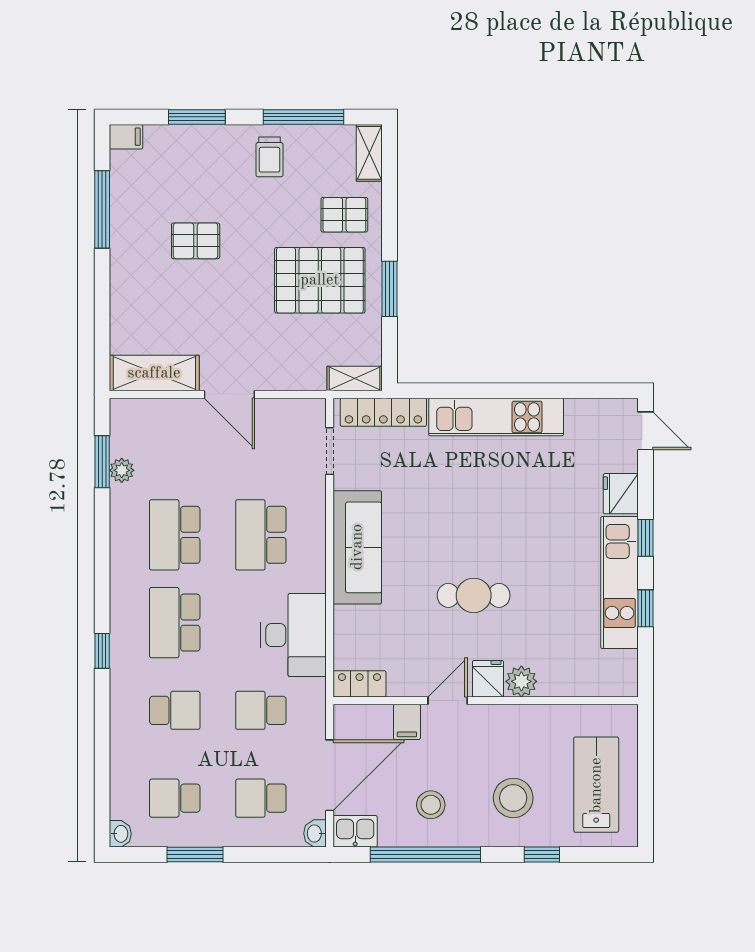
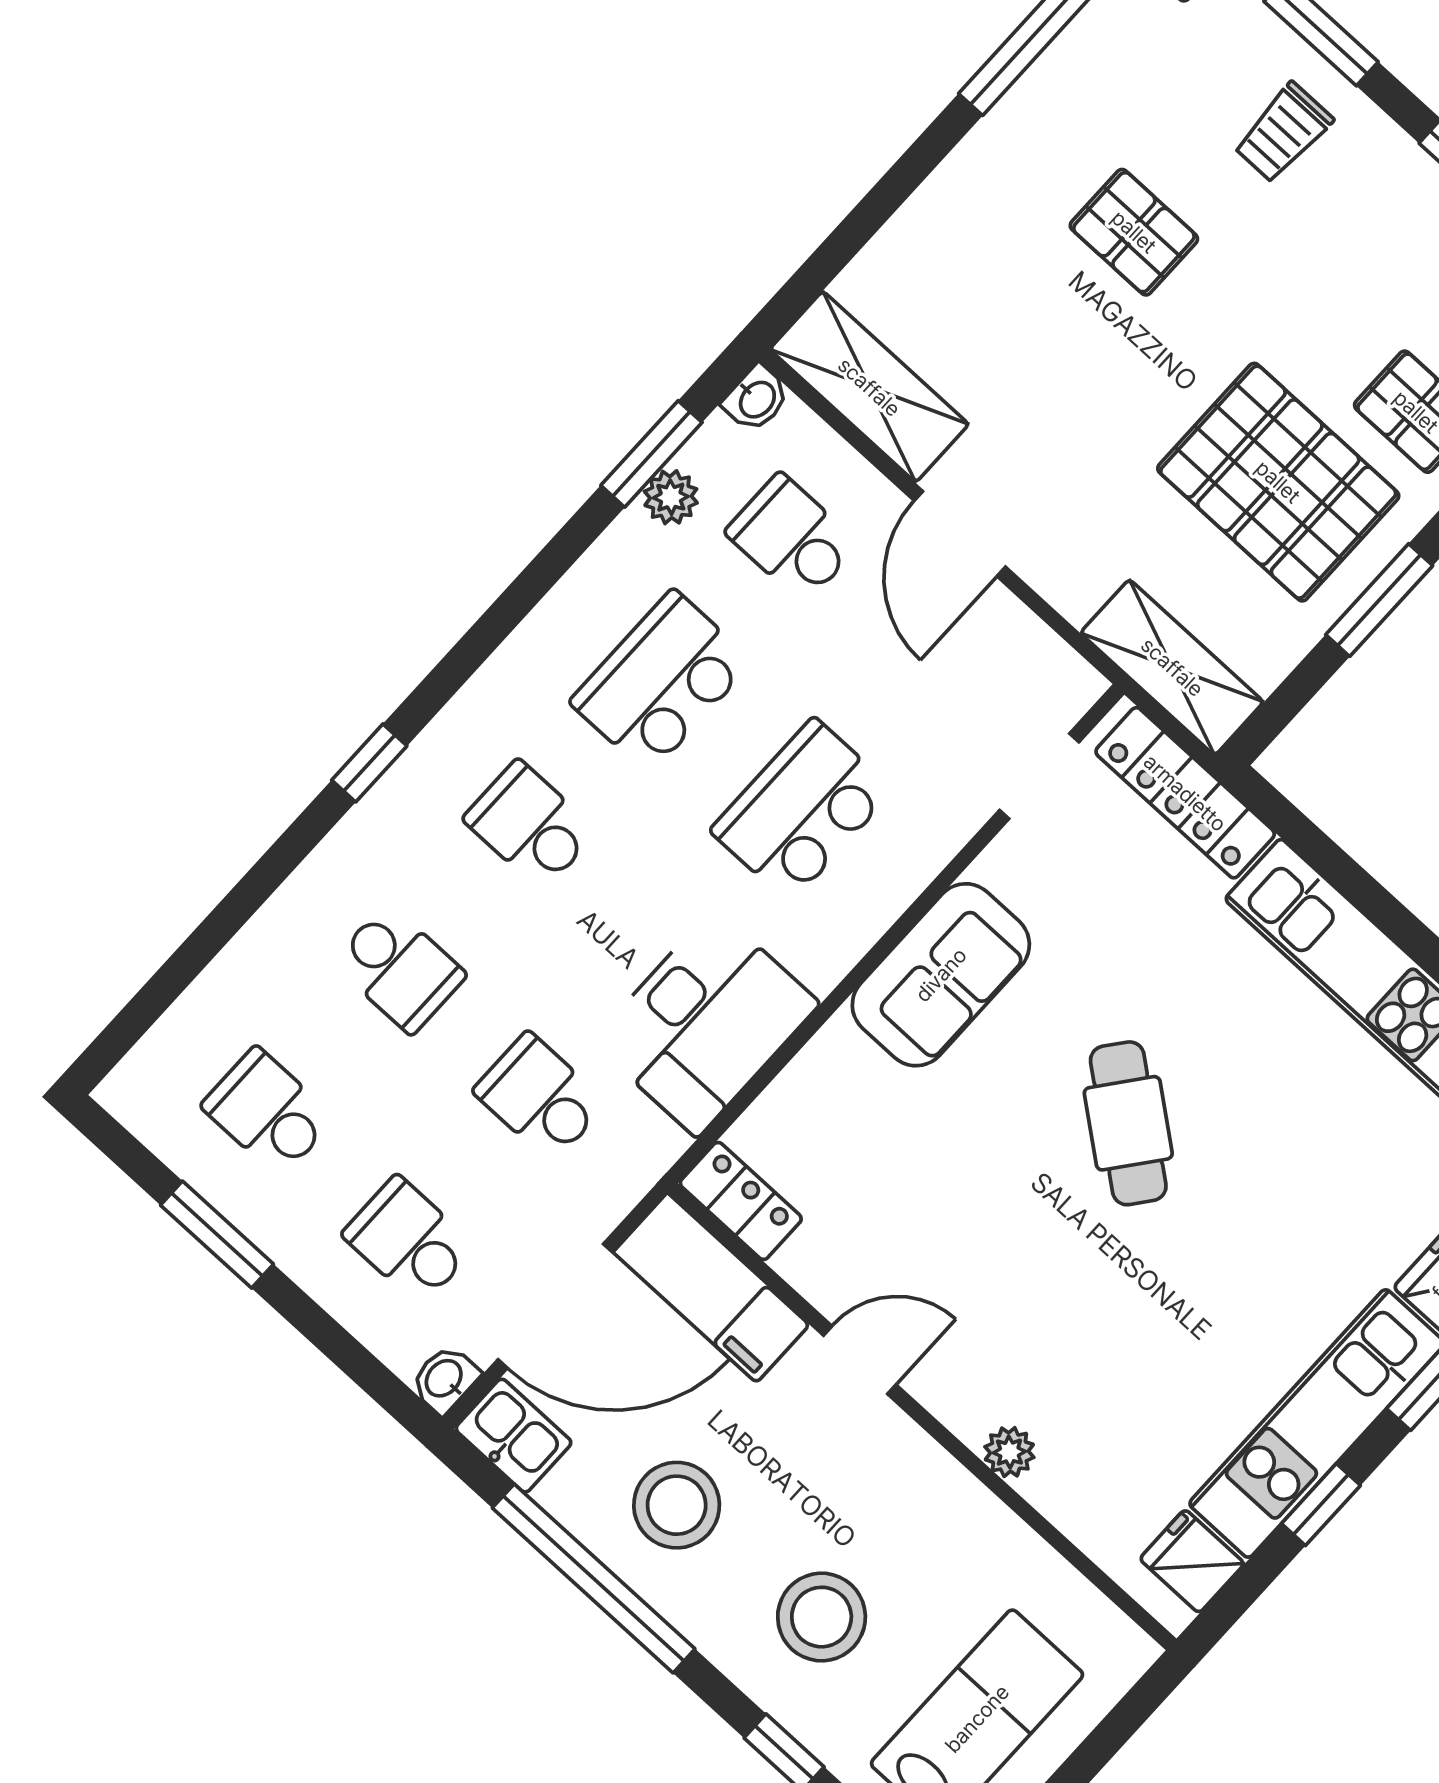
trolley: (269, 157) -> (1283, 133), moved
shelving: (355, 379) -> (1172, 667), width x1.50, depth x1.33
school desk: (175, 447) -> (792, 538), added
sofa: (357, 547) -> (941, 975), width x0.73
cafe table: (474, 595) -> (1128, 1123), moved, turned 38
school desk: (175, 623) -> (530, 825), width x0.54
fridge: (488, 679) -> (1192, 1561), moved, turned -90
plant: (521, 681) -> (1009, 1452), width x0.73, depth x0.73
stool: (431, 805) -> (677, 1505), width x1.38, depth x1.38
washbasin: (120, 834) -> (756, 399), moved

